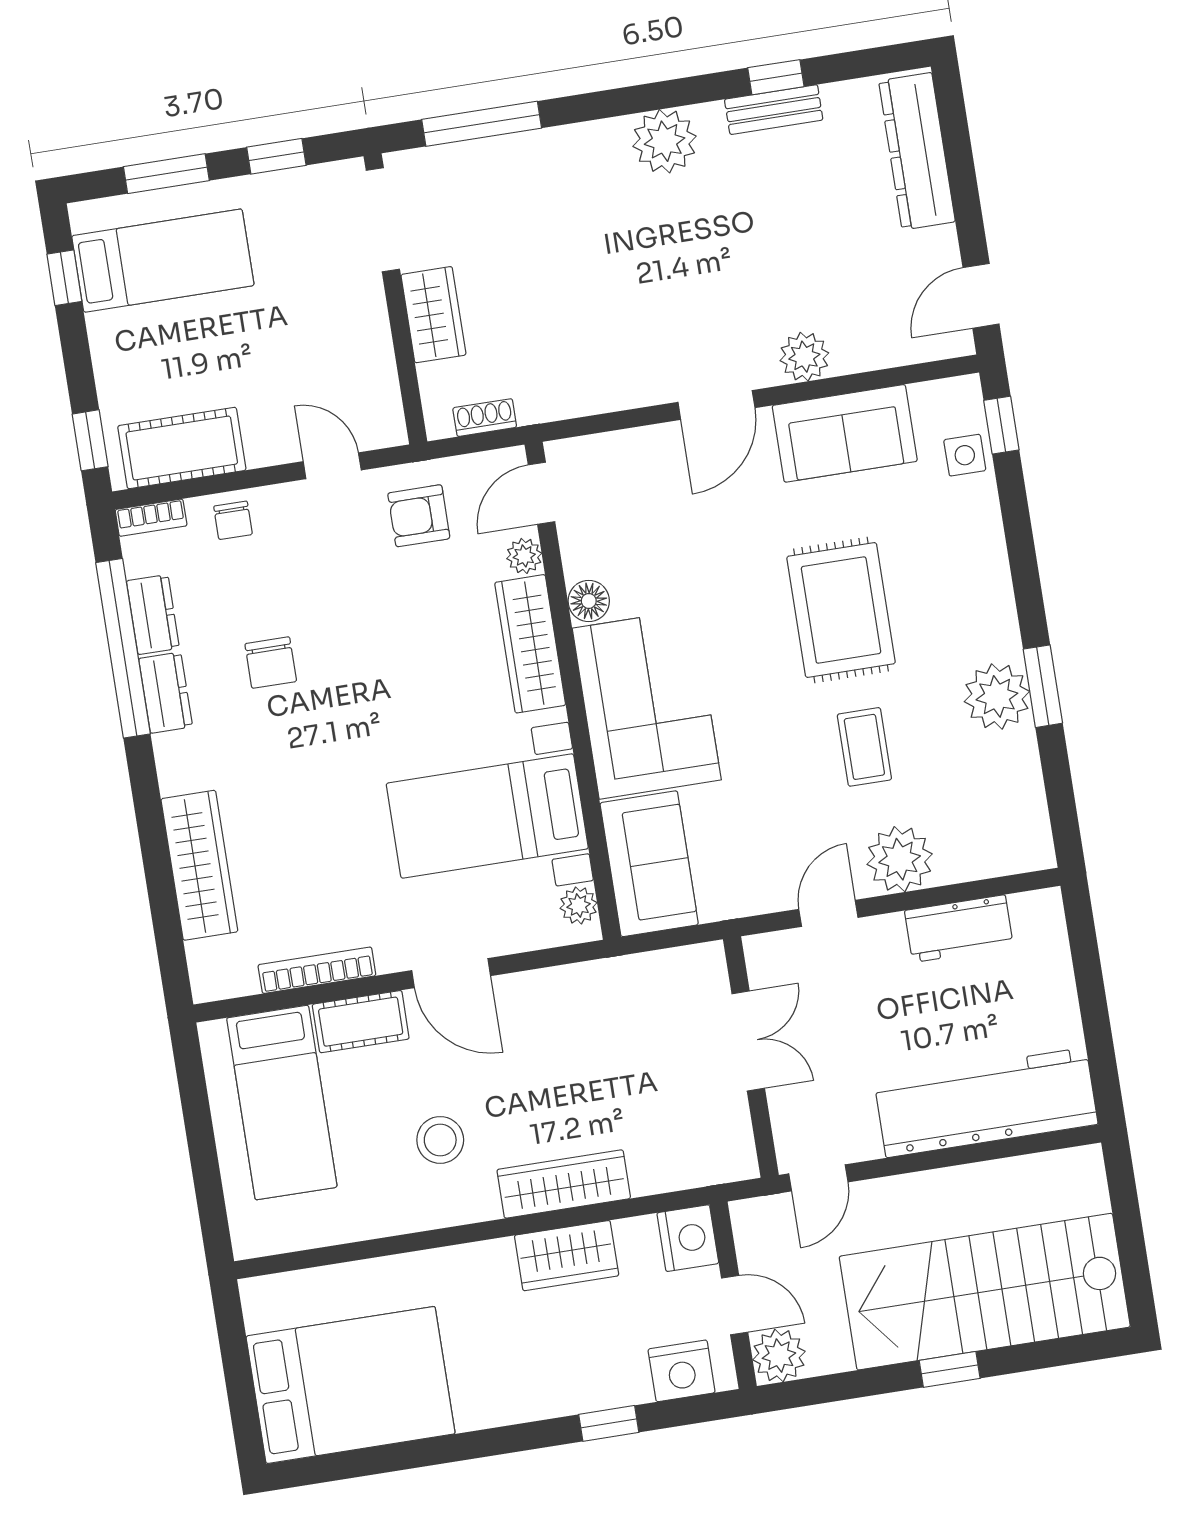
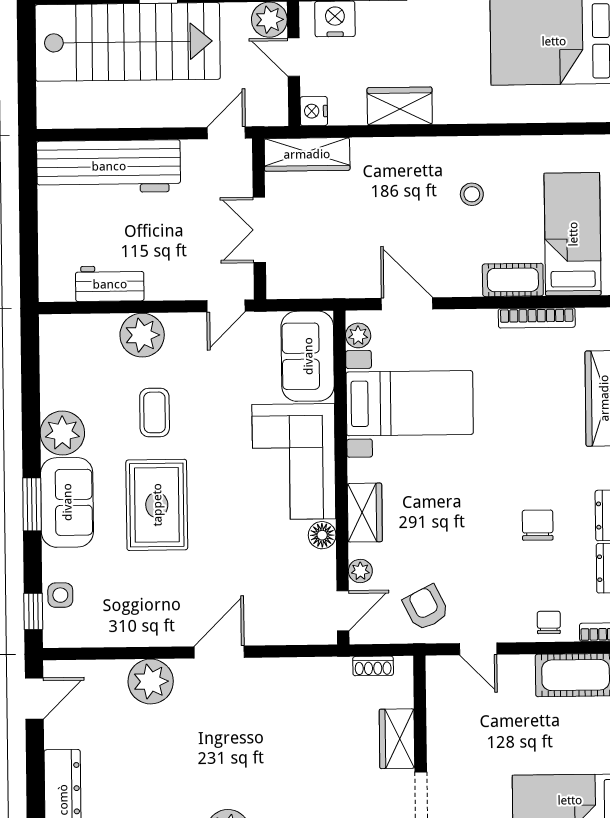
plant: (804, 357) -> (151, 681), width x1.36, depth x1.36
sofa: (845, 433) -> (67, 502), moved, turned 90
armchair: (419, 516) -> (426, 608), turned -117
wardrobe: (530, 644) -> (365, 513), width x0.67
window: (1043, 686) -> (32, 504), moved
door: (828, 913) -> (226, 306), moved
door: (451, 973) -> (407, 304), moved
stool: (440, 1140) -> (472, 194), width x0.73, depth x0.73
wardrobe: (564, 1184) -> (307, 154), moved
nightstand: (688, 1238) -> (314, 111), width x0.74, depth x0.75

